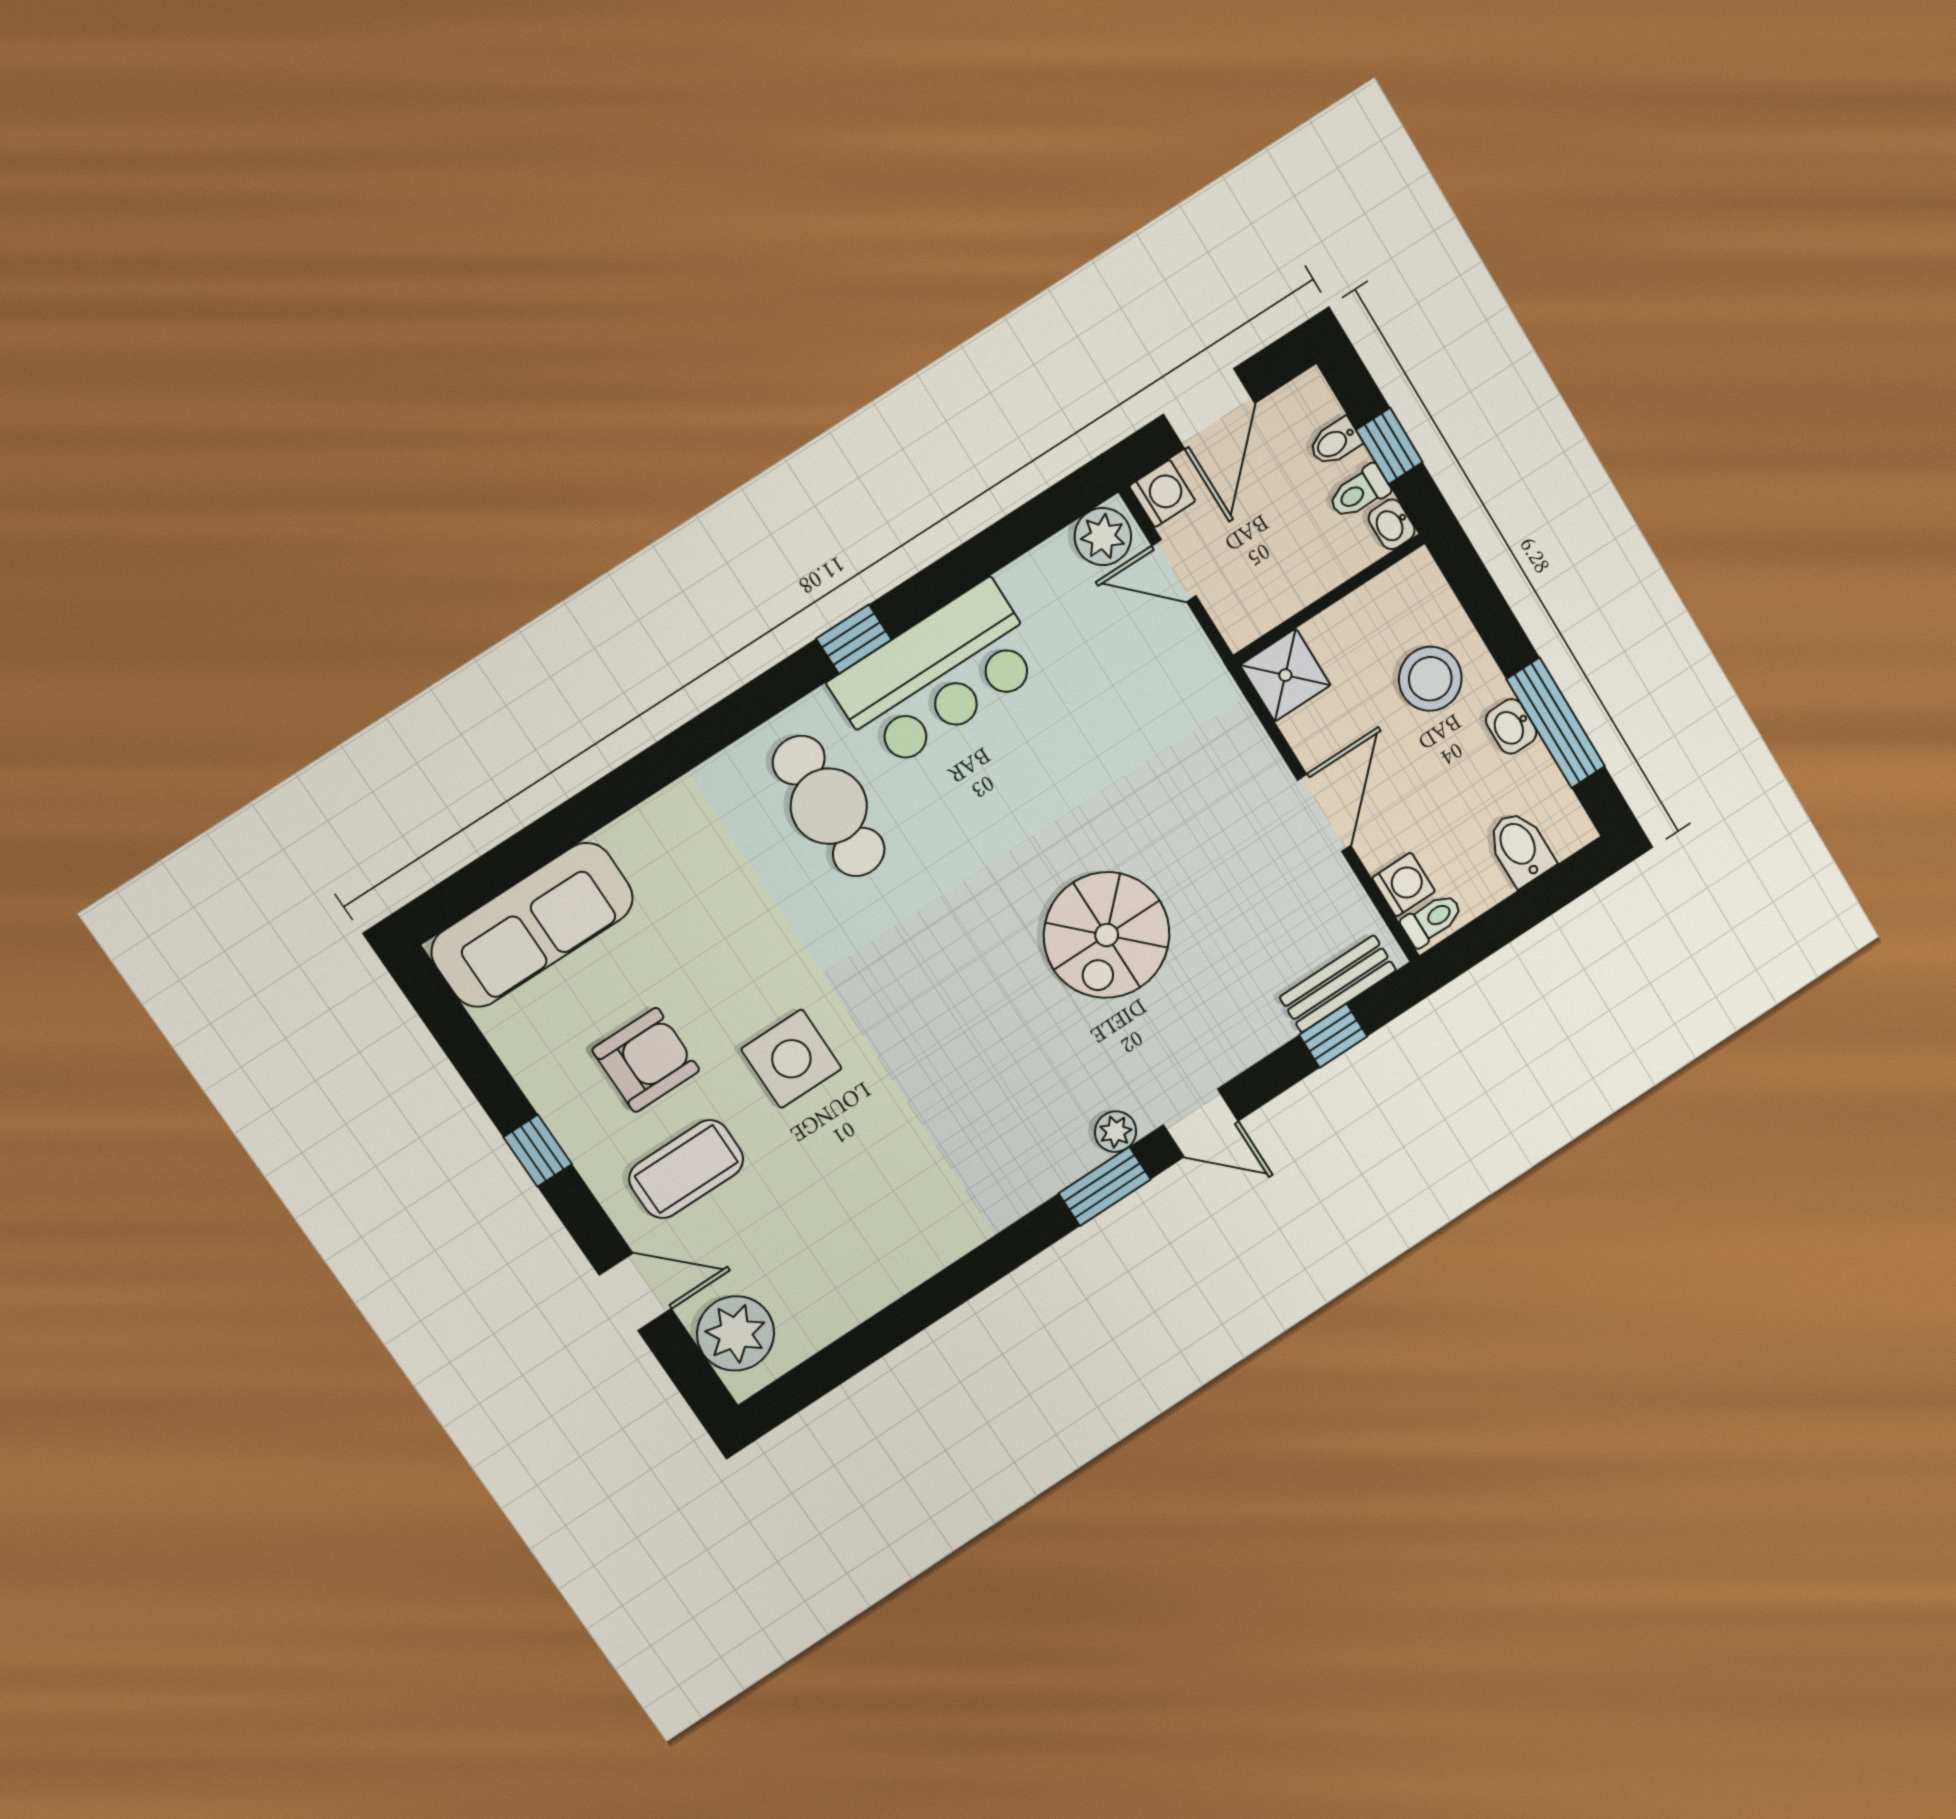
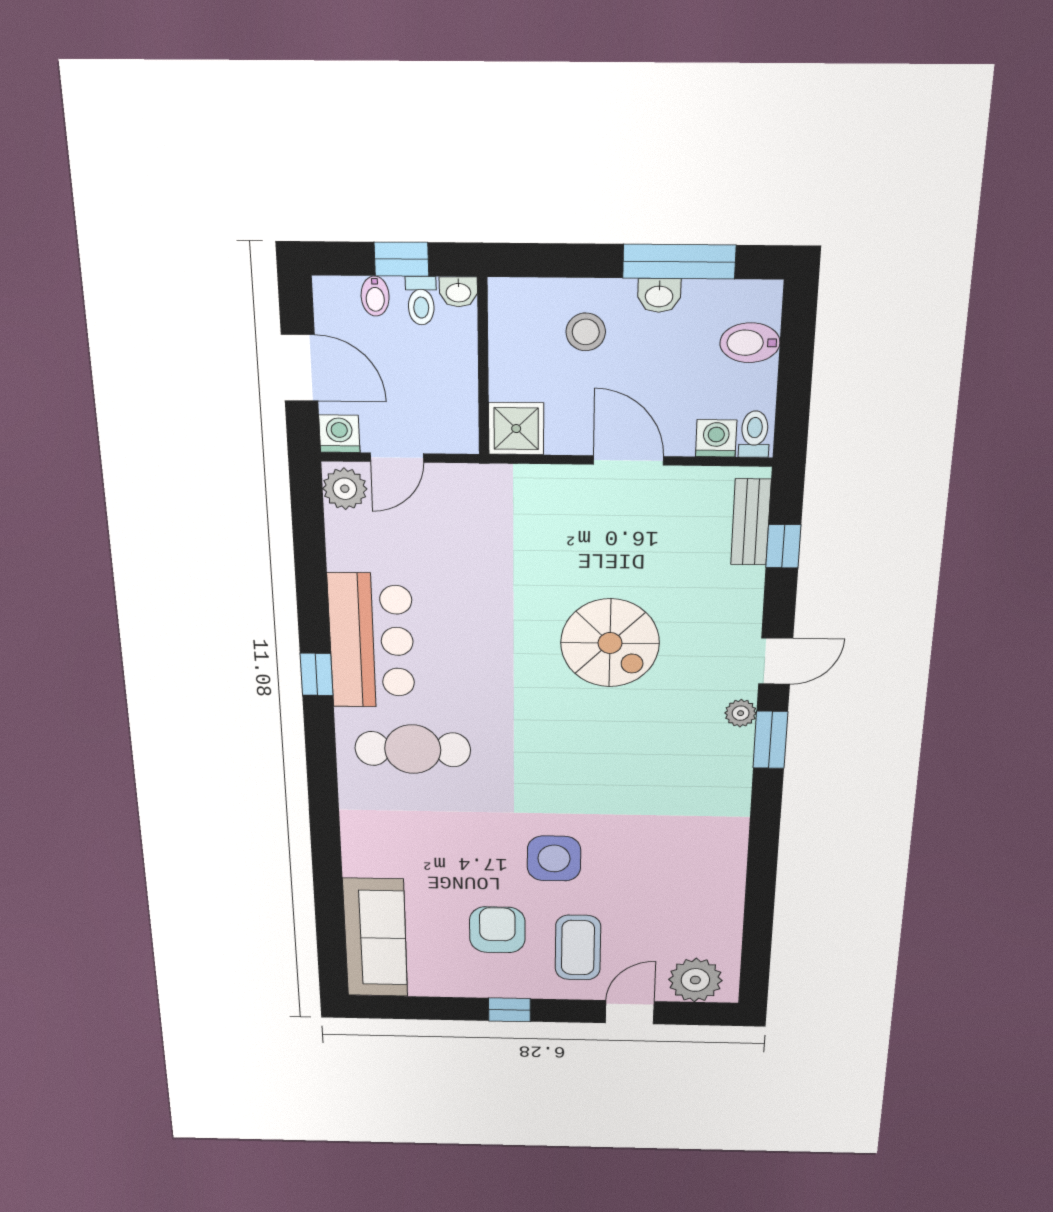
stool: (1430, 679) -> (586, 332), width x0.73, depth x0.73

